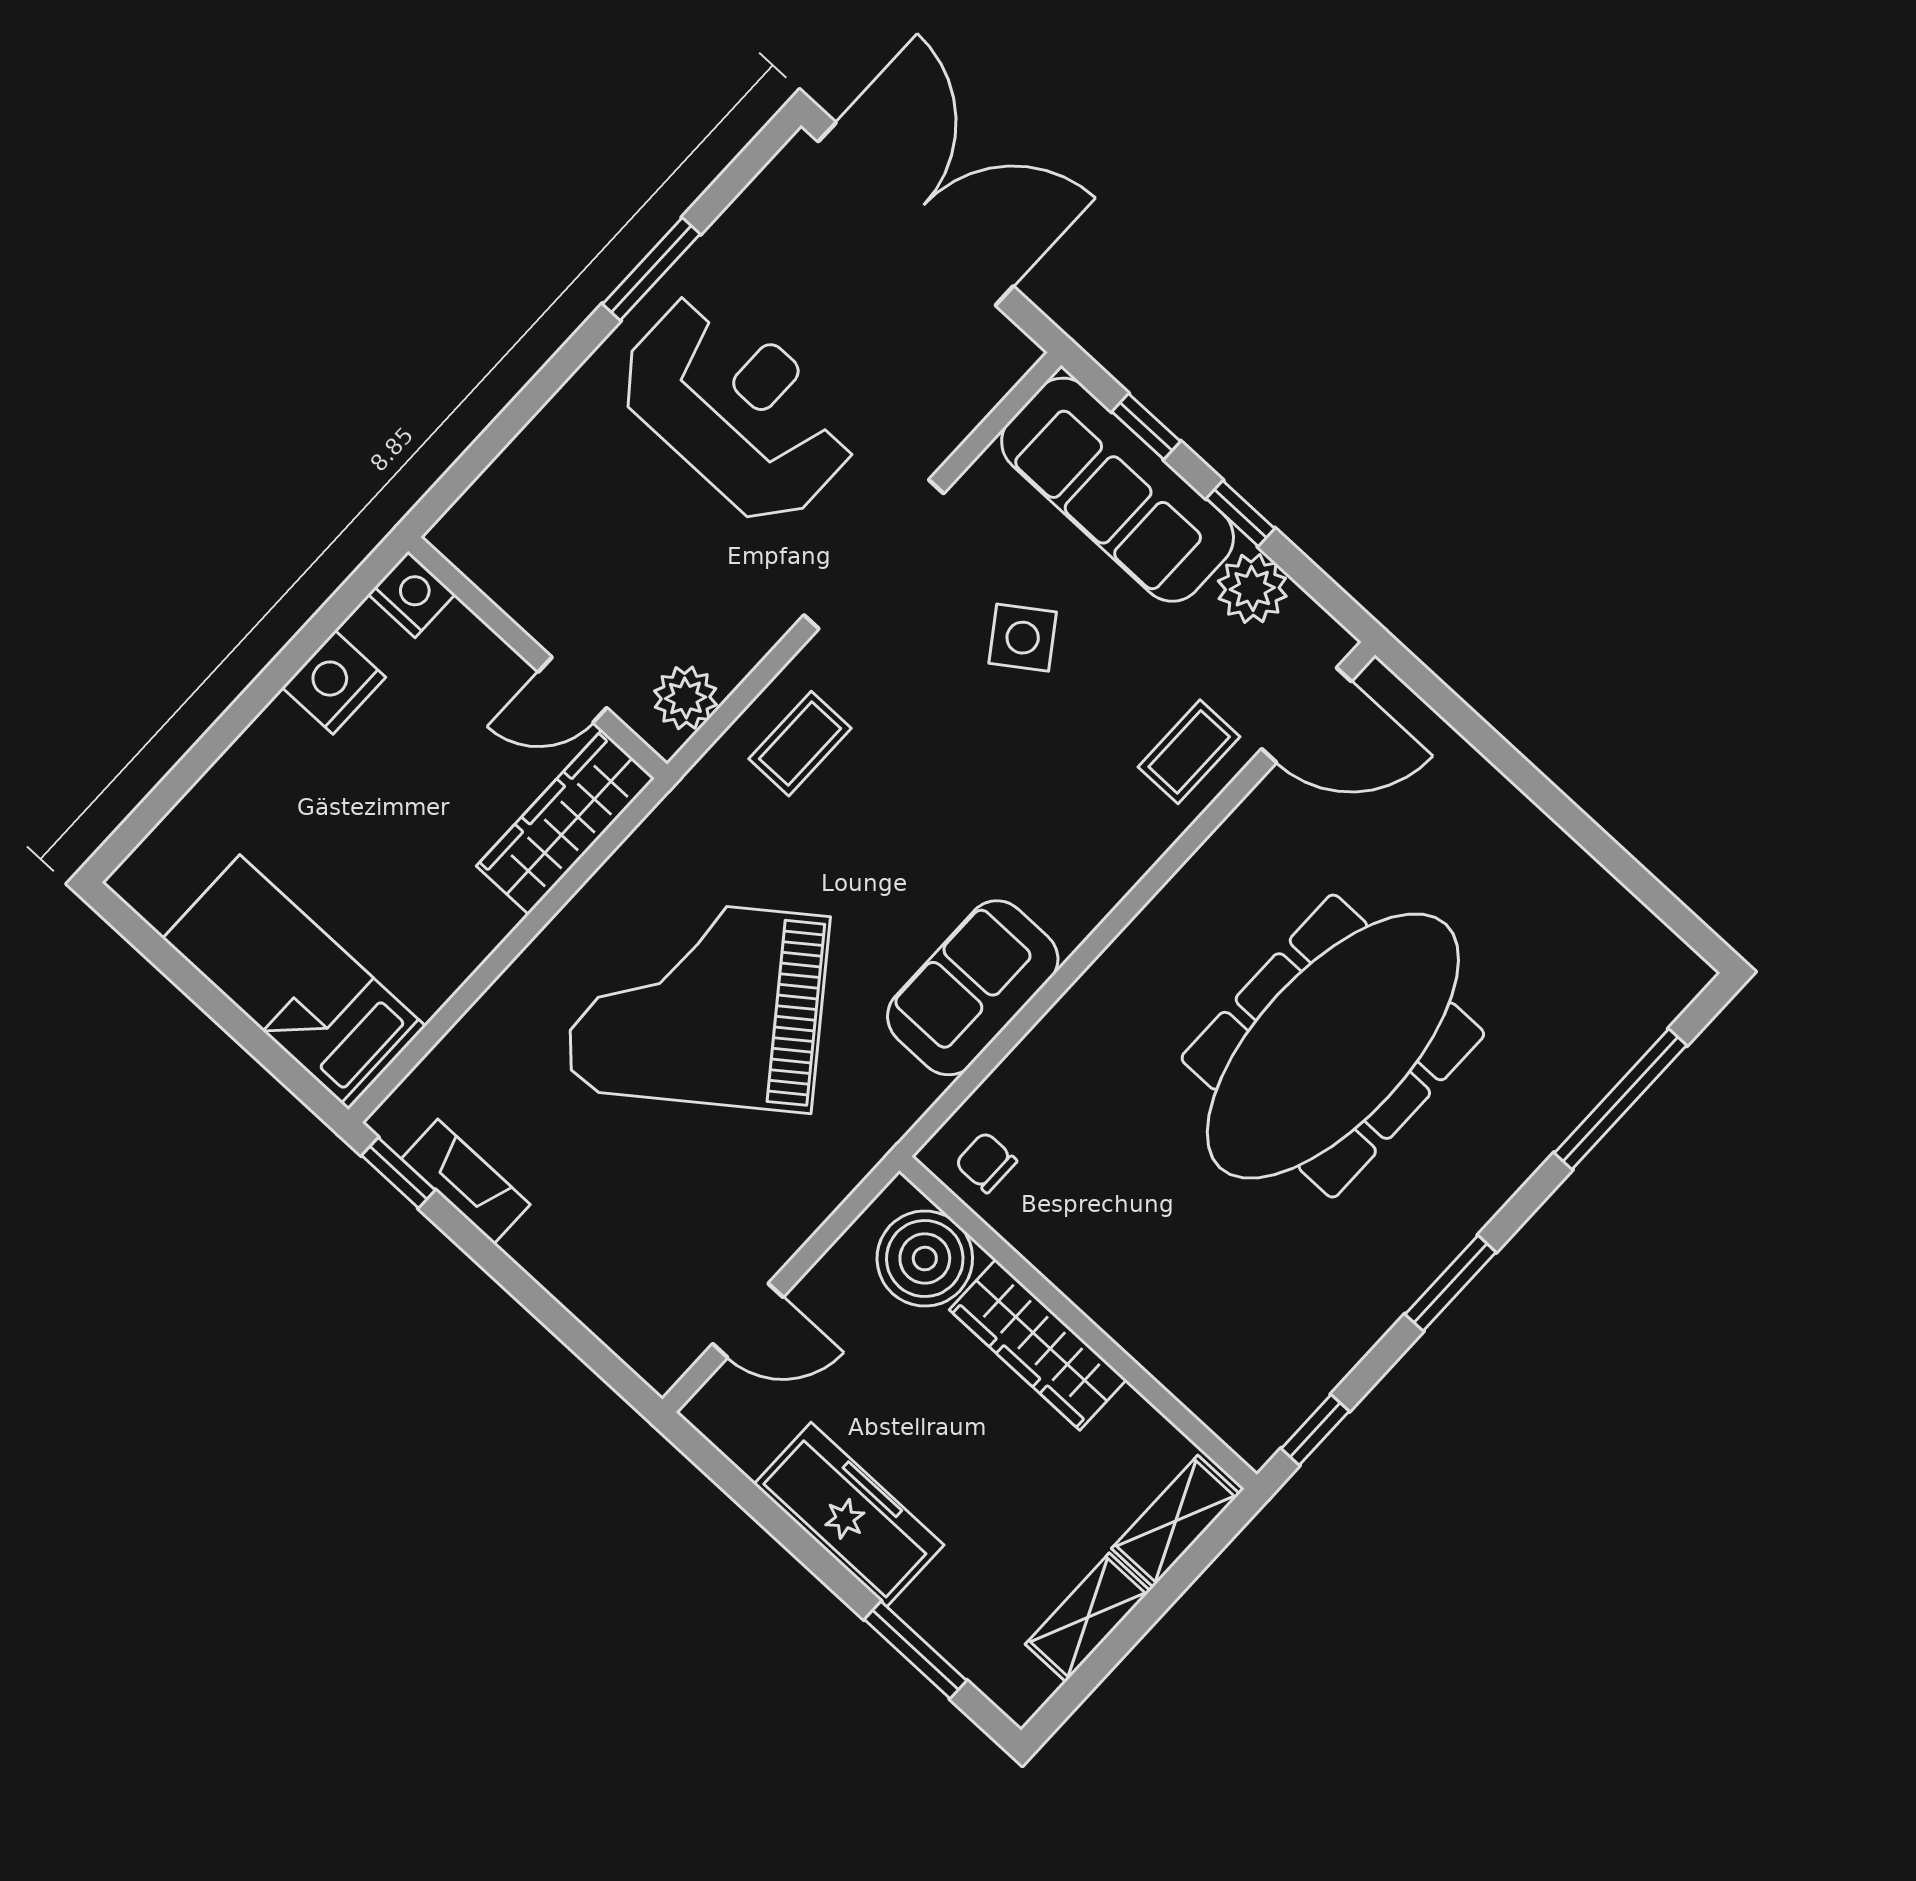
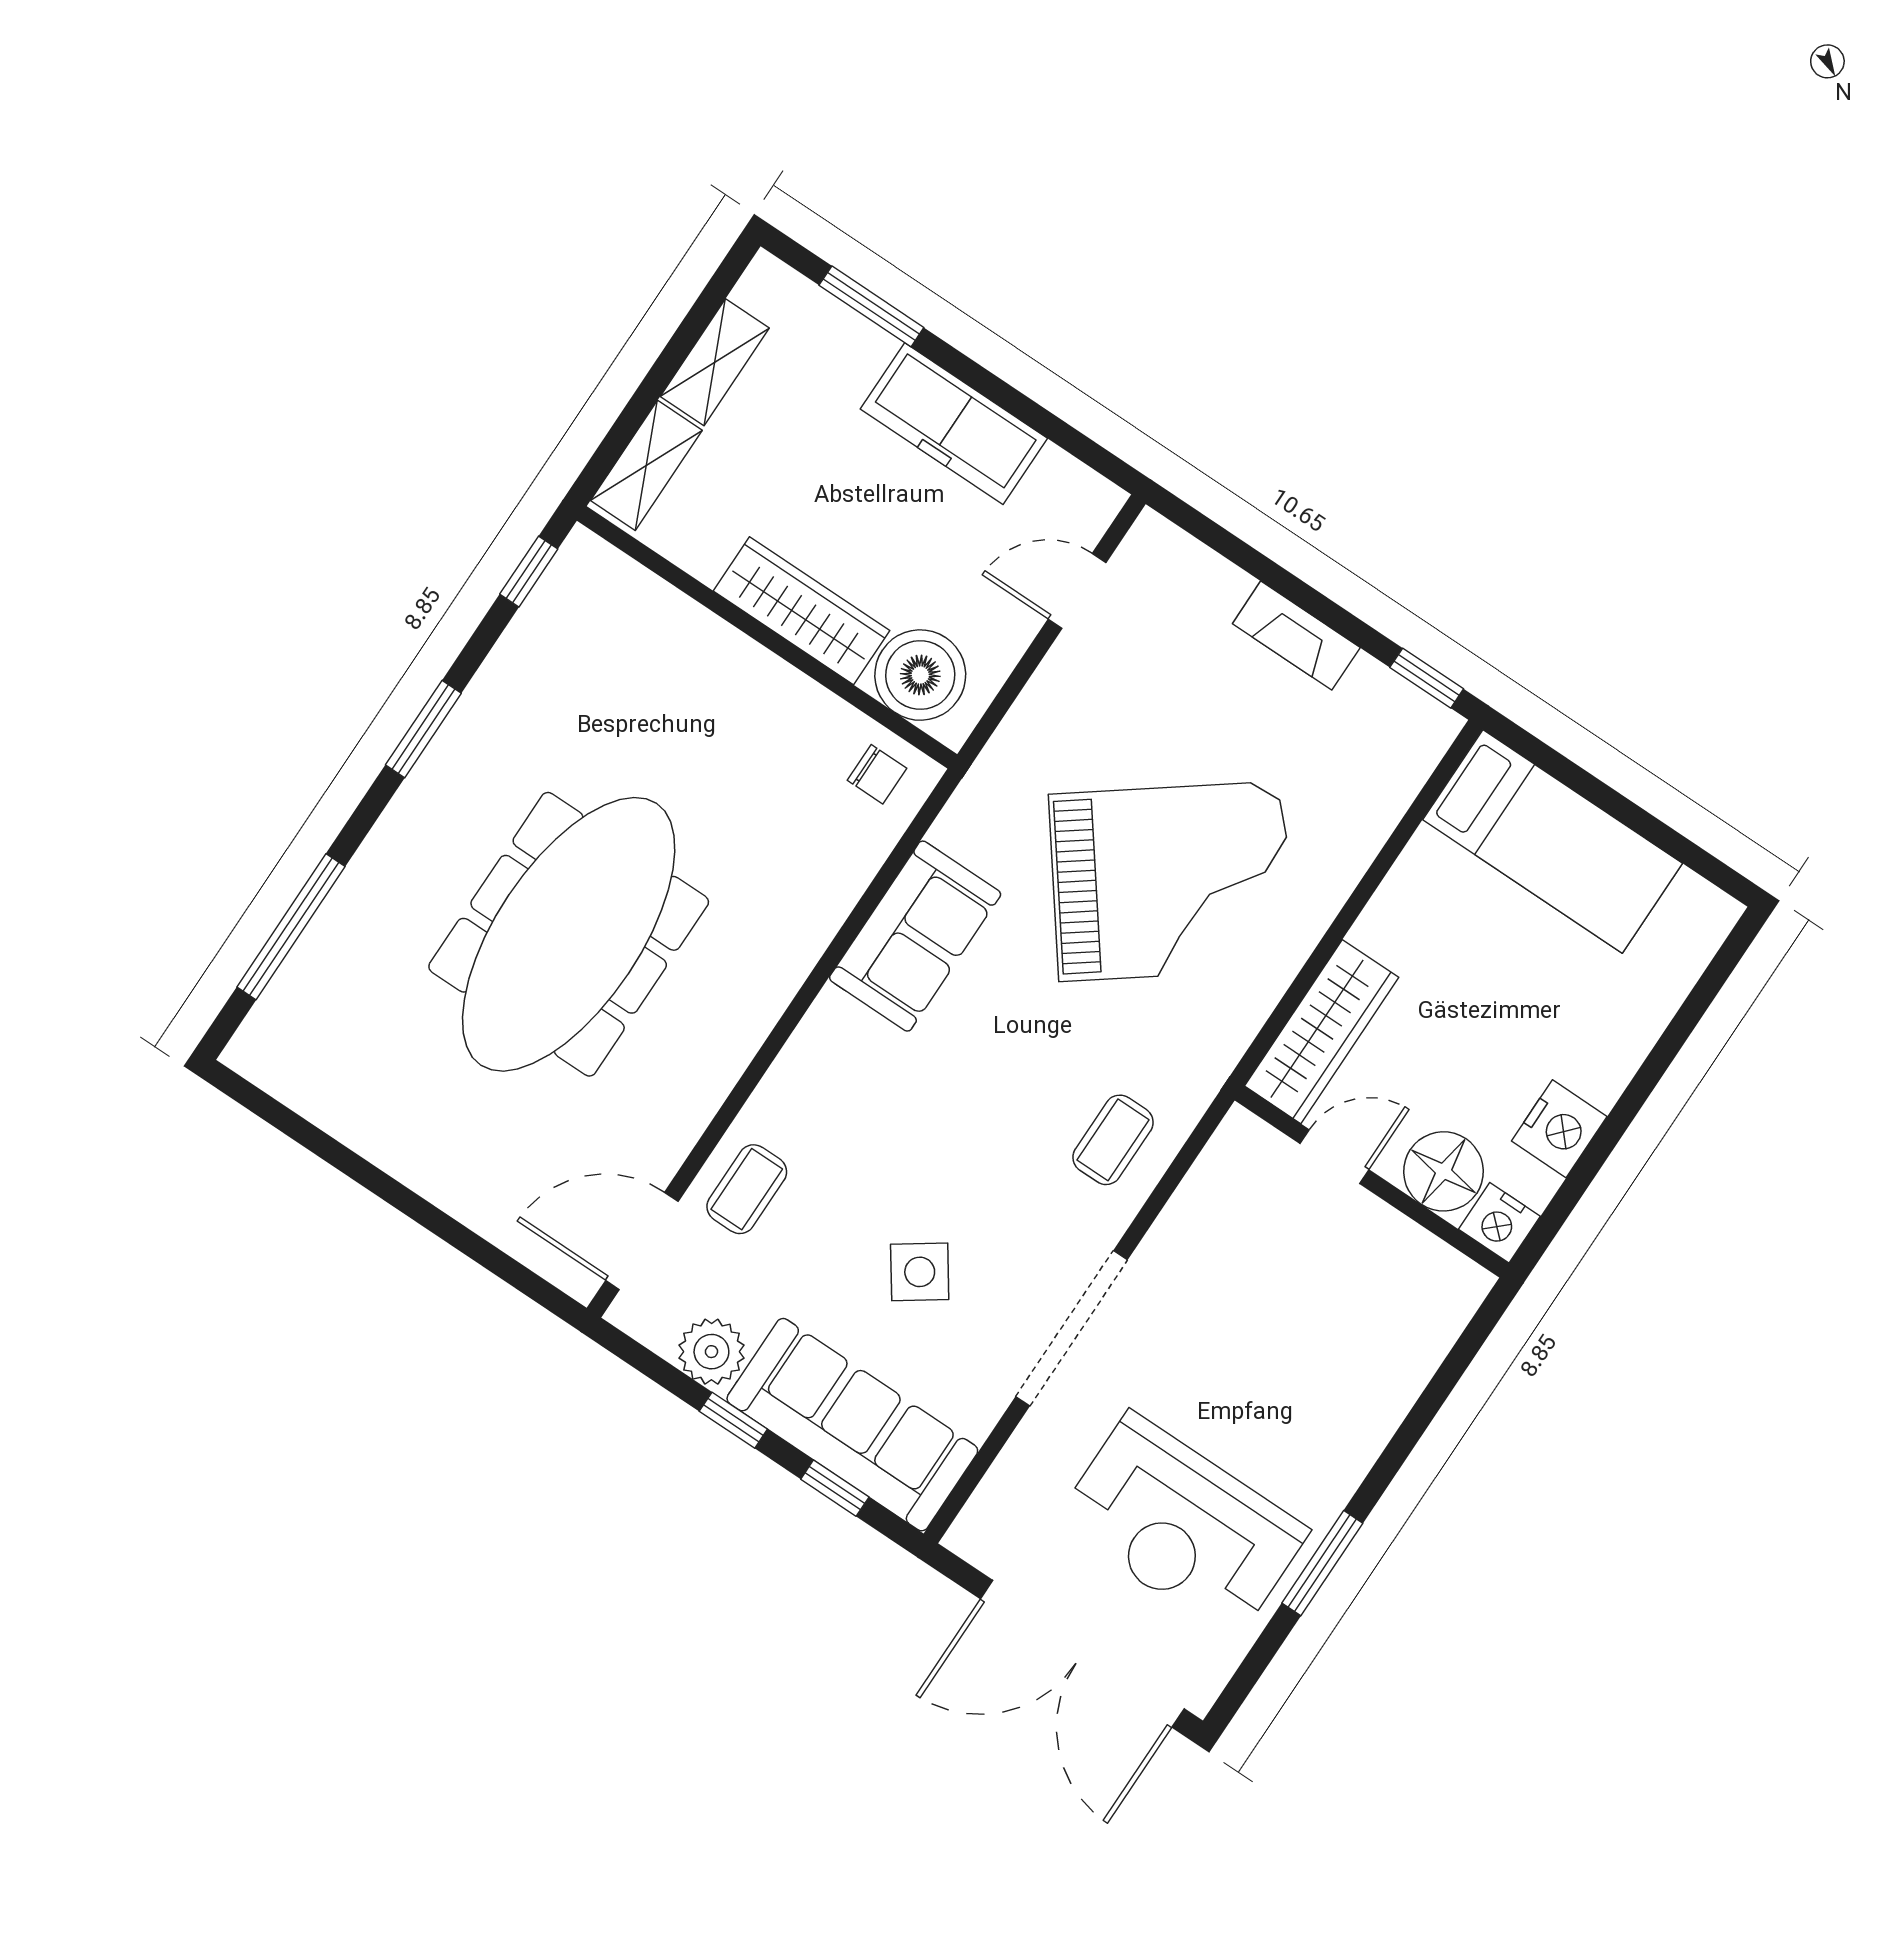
reception desk: (737, 408) -> (1182, 1526), moved
floor lamp: (461, 657) -> (1444, 1171), added
plant: (685, 698) -> (1227, 1166), removed
fireplace: (466, 1182) -> (1296, 636), moved

